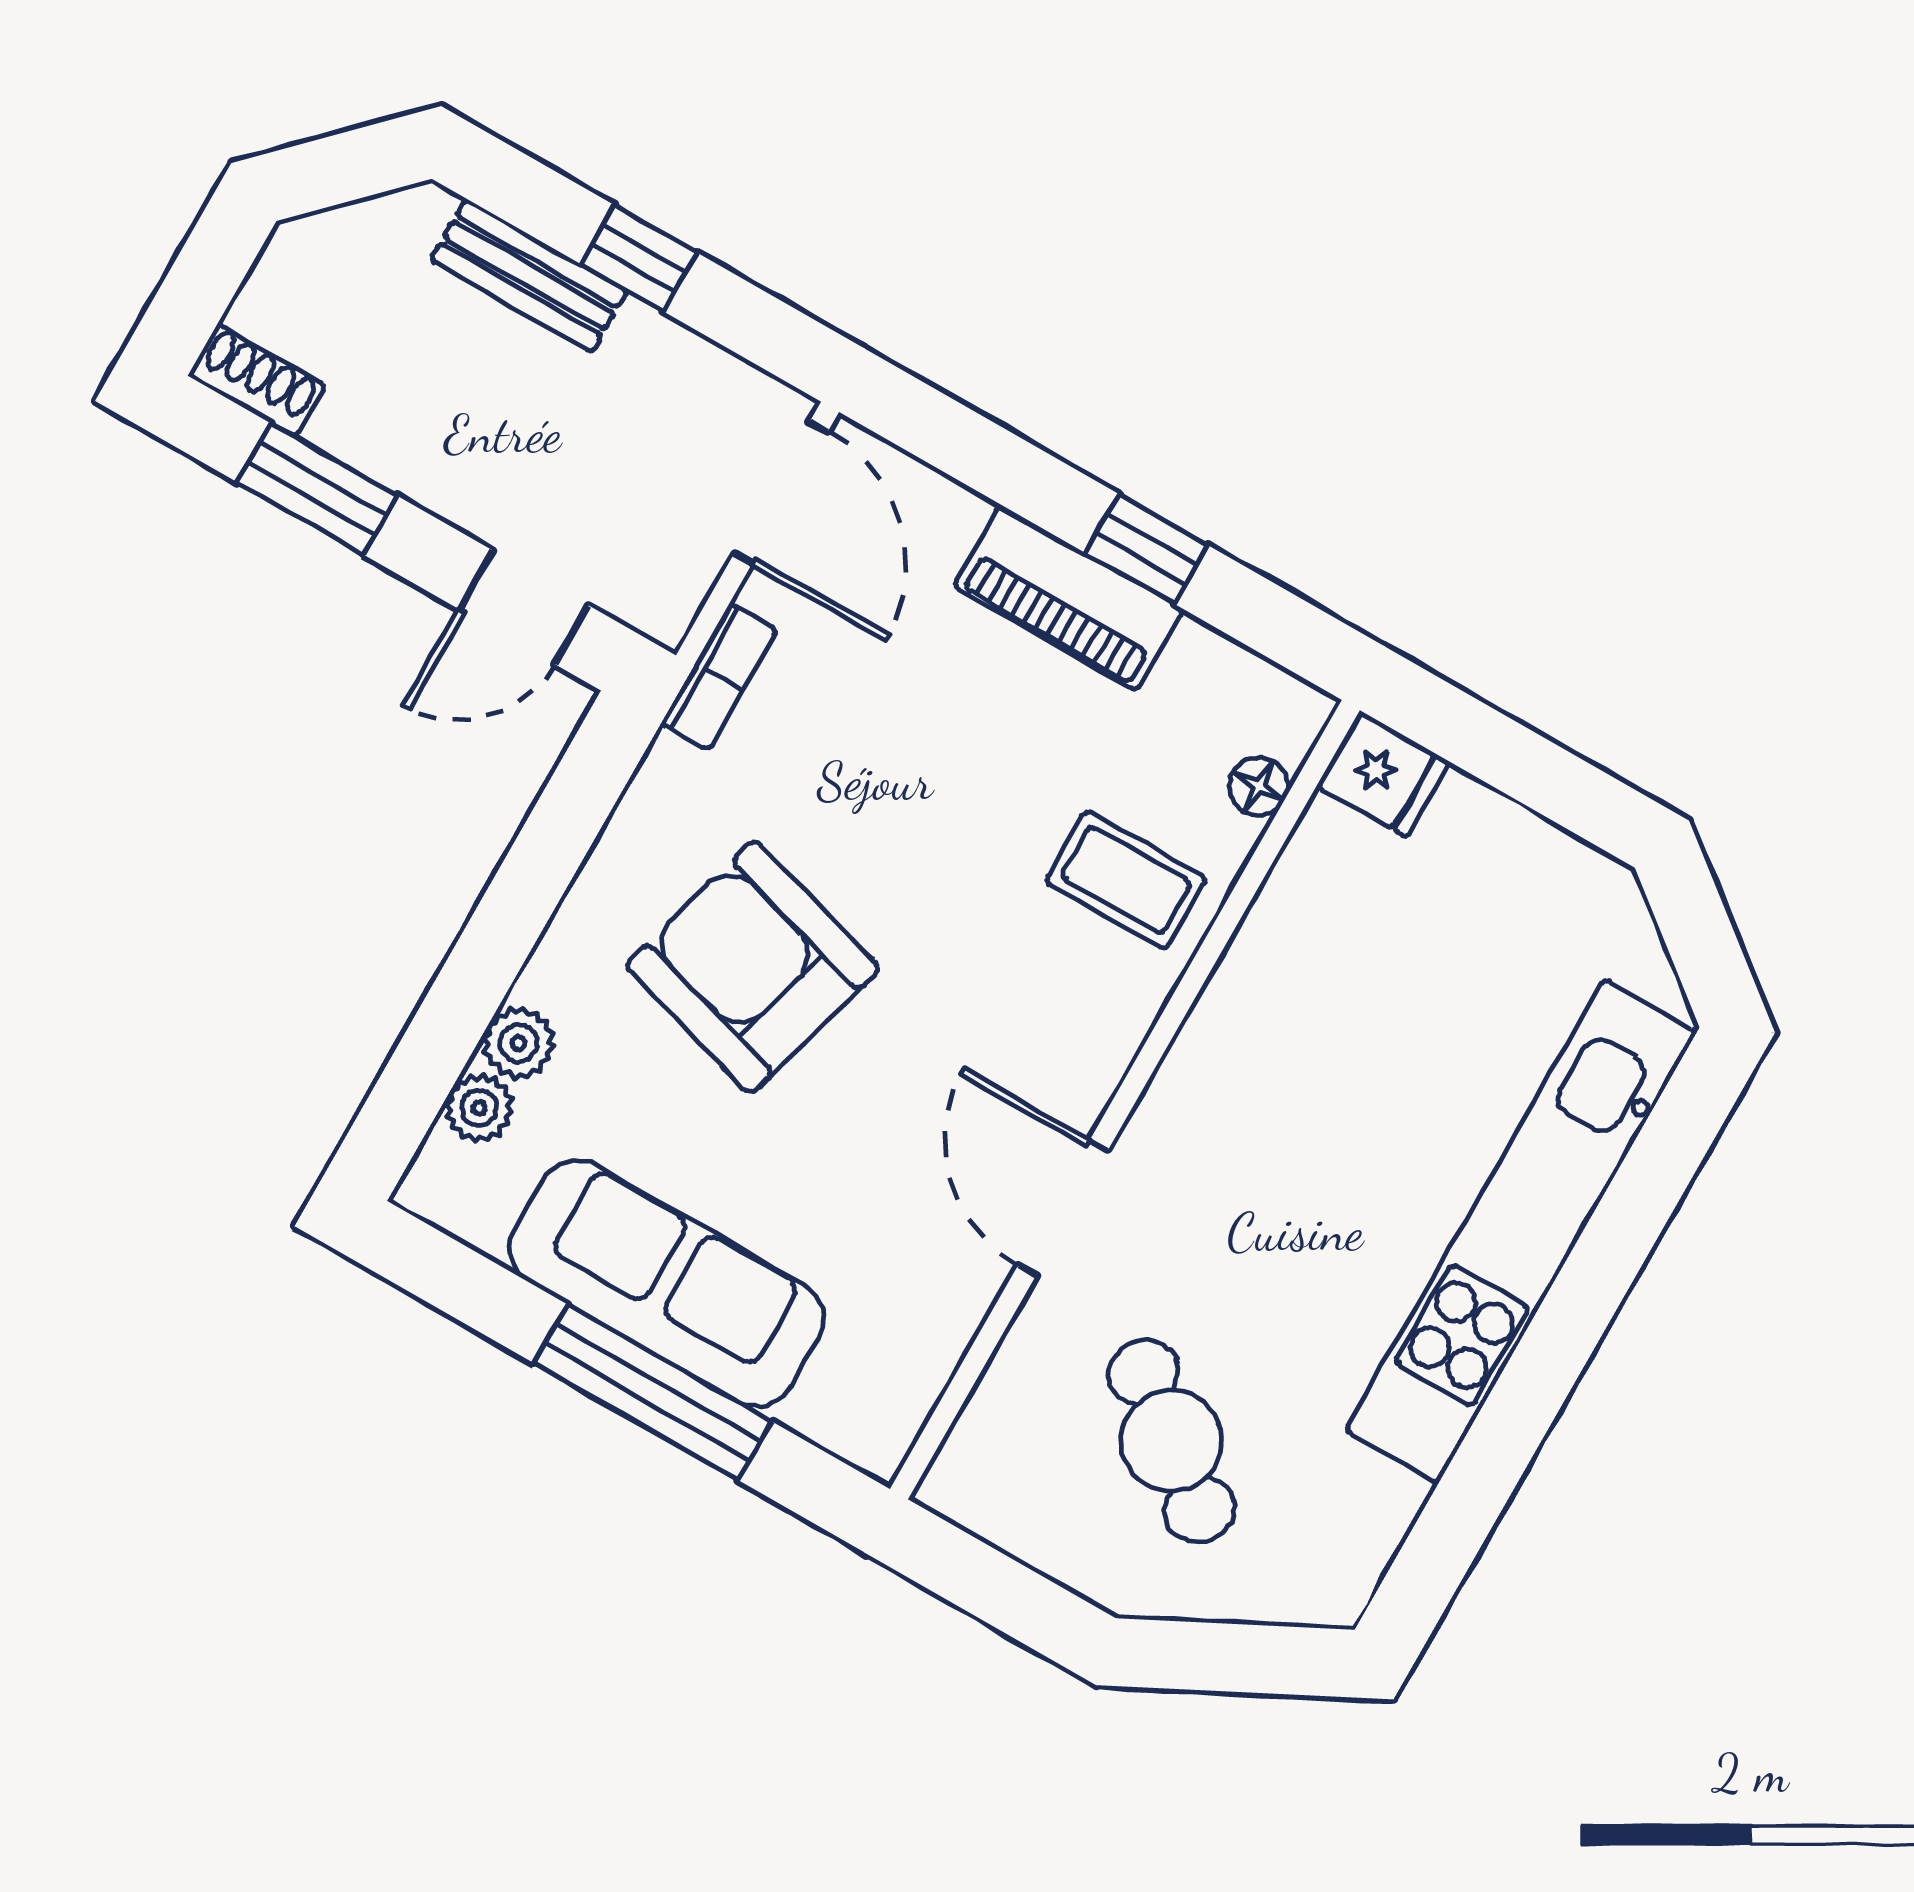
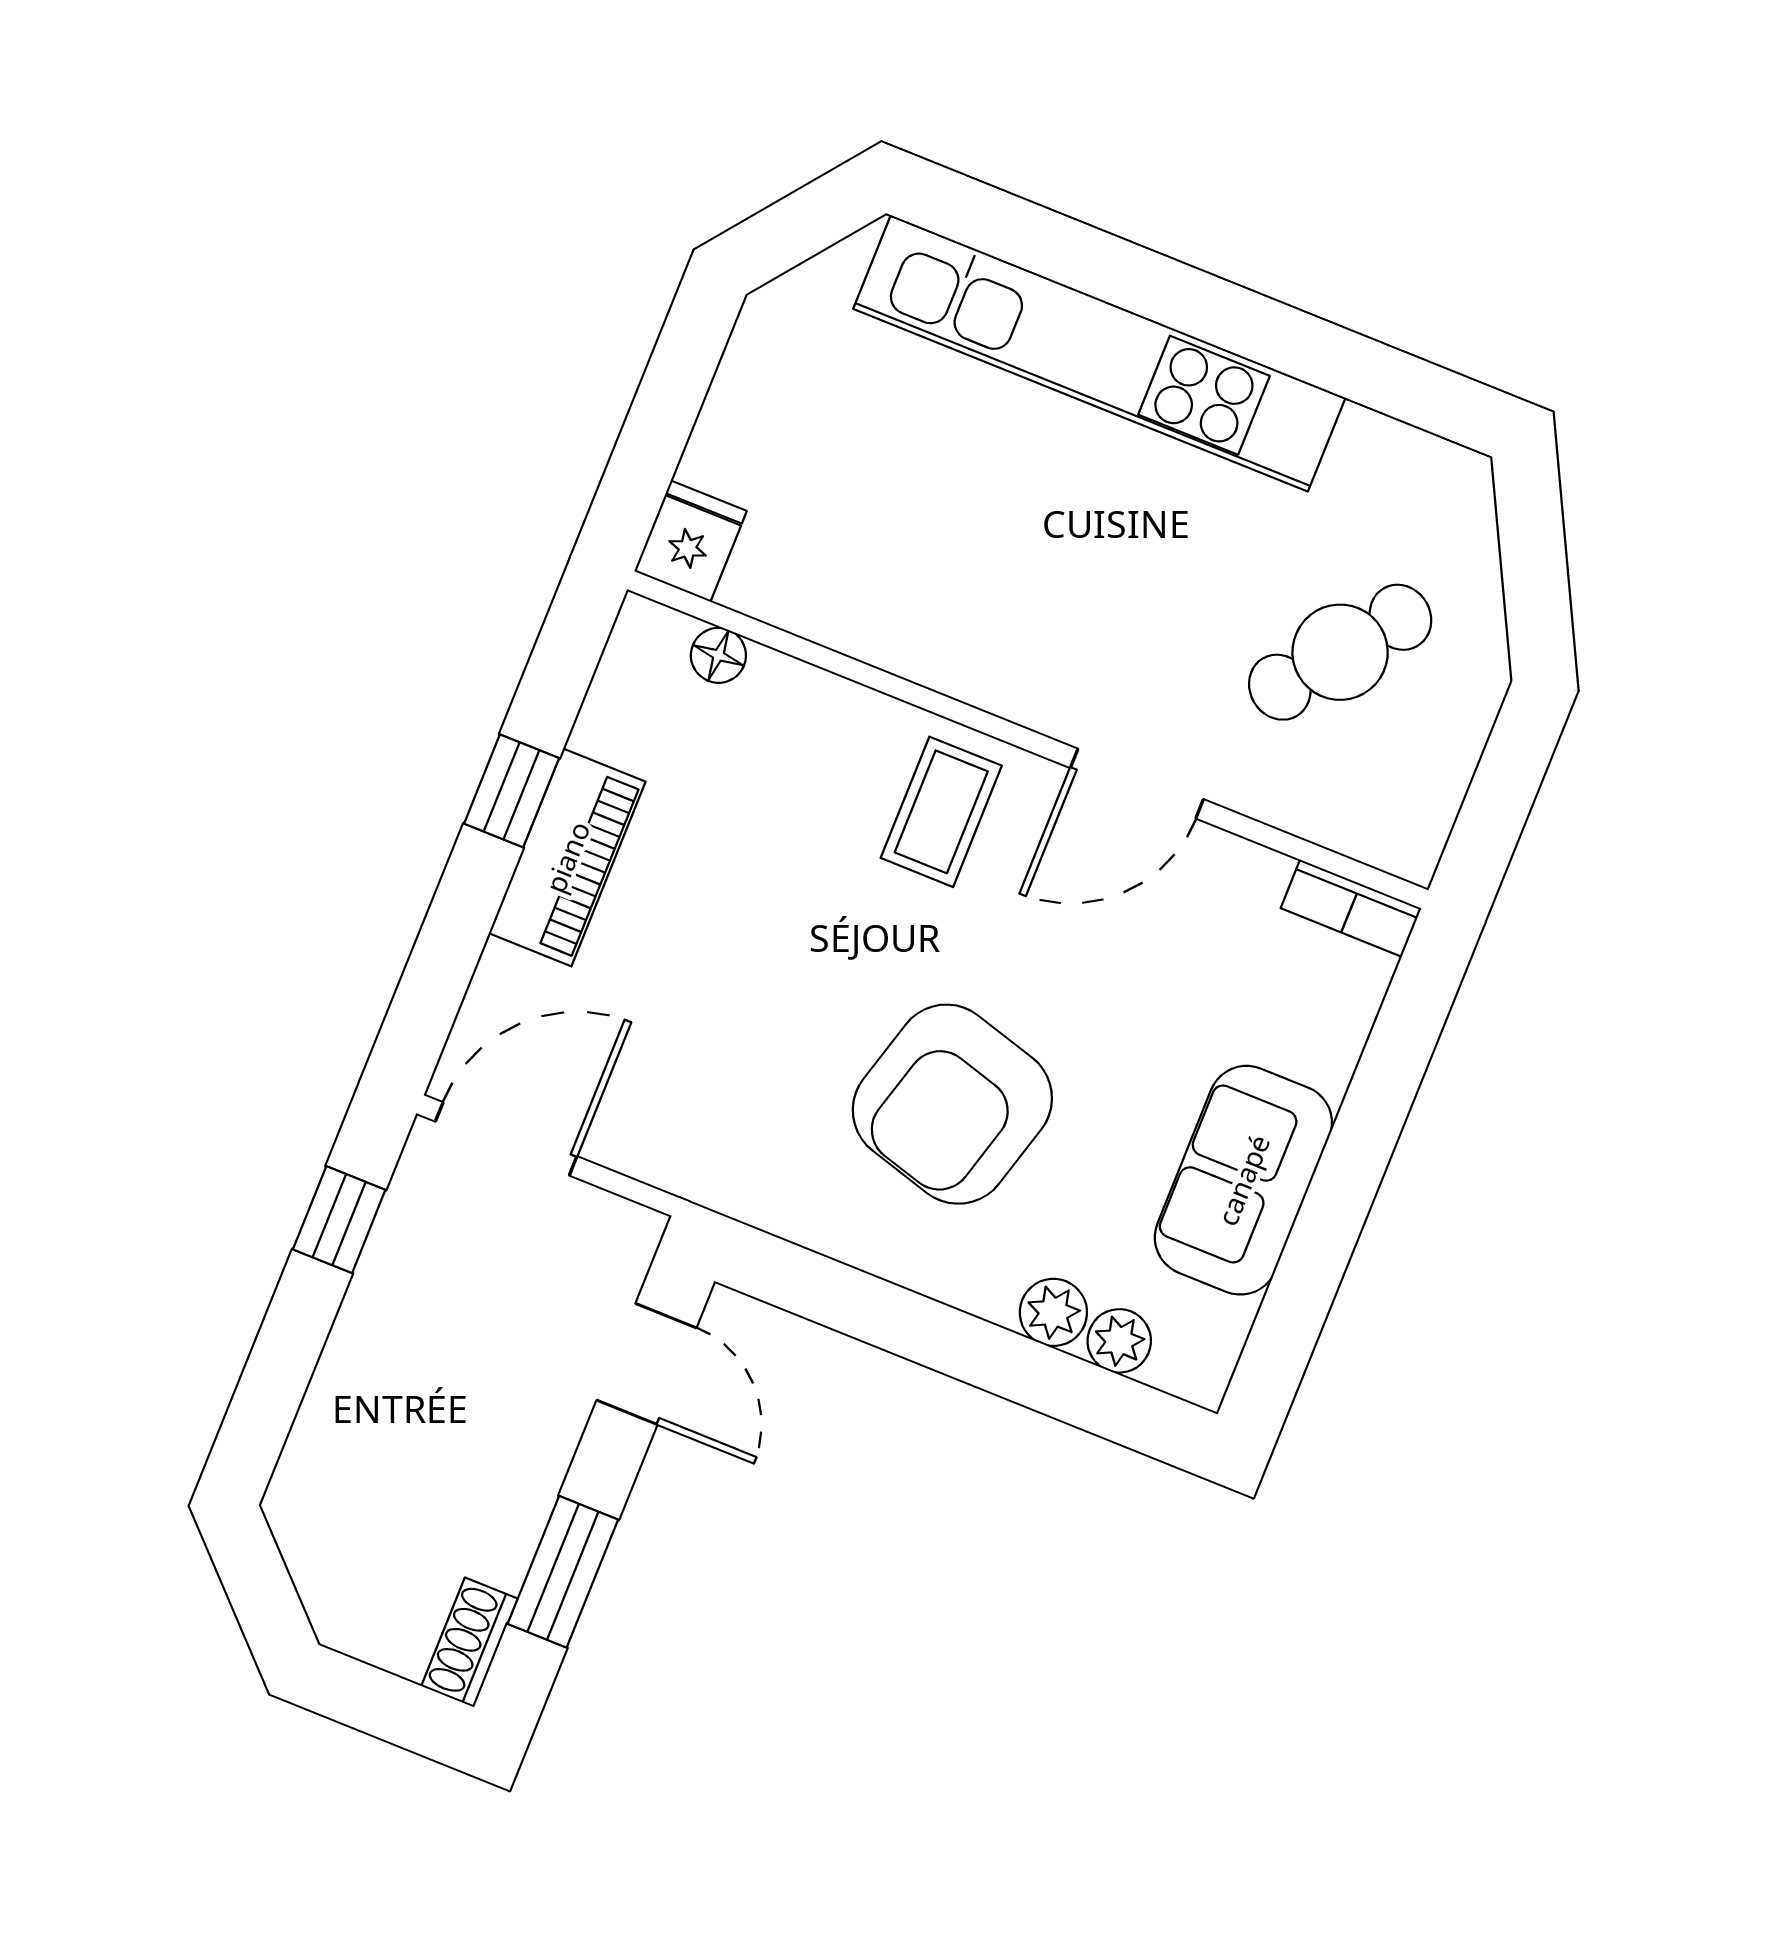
window: (639, 258) -> (339, 1220), moved
bench: (529, 275) -> (336, 1402), removed
bookcase: (719, 677) -> (1351, 908), moved, turned 180
coffee table: (1126, 880) -> (941, 812), moved
sofa: (667, 1283) -> (1243, 1180), width x0.73
window: (652, 1392) -> (1362, 1142), removed

